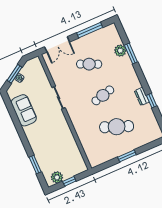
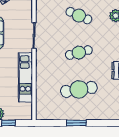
cafe table: (117, 127) -> (79, 89), turned -30
kitchen unit: (67, 136) -> (25, 77), added

